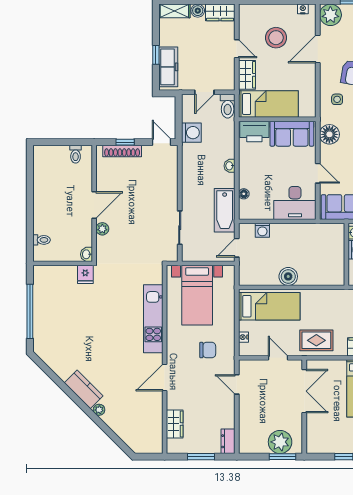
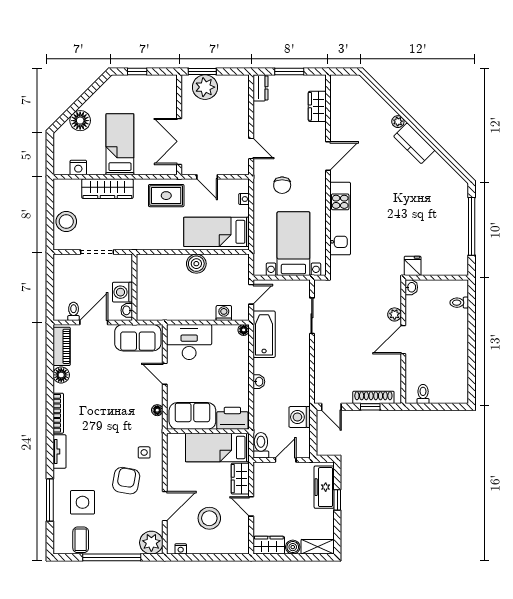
floor lamp: (329, 134) -> (157, 410), width x0.53, depth x0.53
floor lamp: (244, 194) -> (244, 330), moved
chair: (208, 350) -> (282, 185), turned -90

